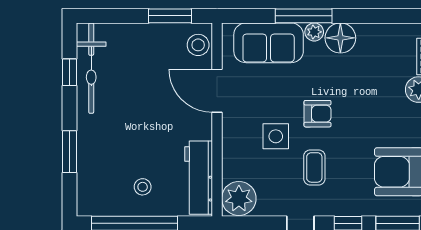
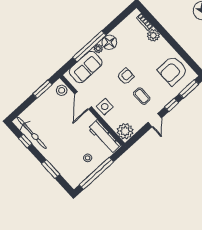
window: (304, 16) -> (89, 46), width x1.46
door: (217, 91) -> (83, 100), hinge flipped
side table: (276, 136) -> (105, 107), moved

